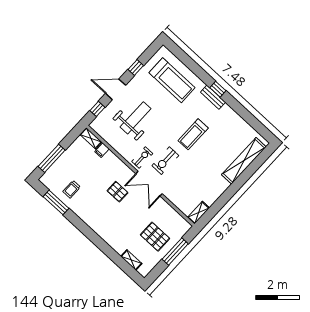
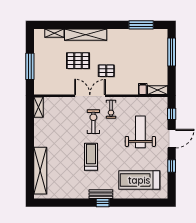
weight bench: (135, 118) -> (140, 132), turned 180
trolley: (72, 189) -> (139, 44), removed
shelving: (107, 236) -> (86, 35), added
pallet: (155, 237) -> (78, 61), moved

